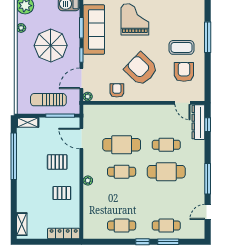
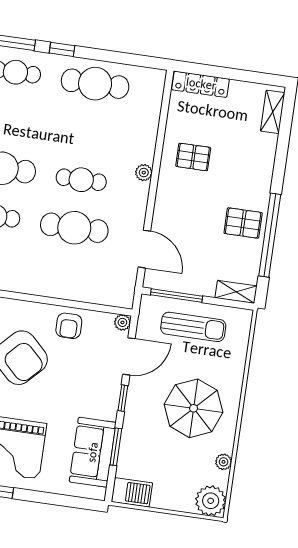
sofa: (94, 29) -> (93, 452), width x0.73
parasol: (51, 45) -> (194, 408), moved
pallet: (57, 162) -> (243, 223), moved
cafe table: (122, 226) -> (95, 84), width x1.37, depth x1.35

